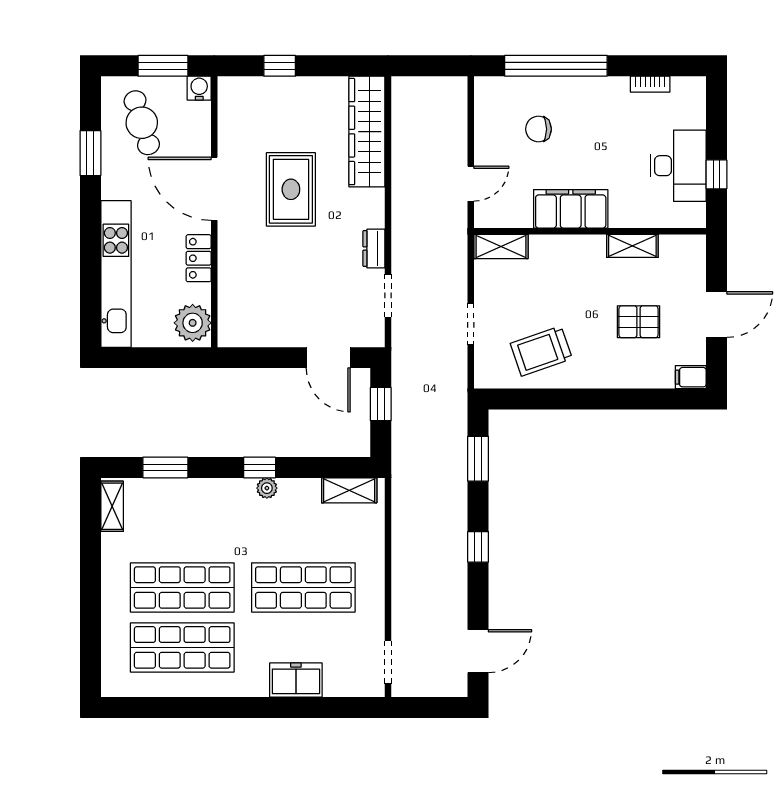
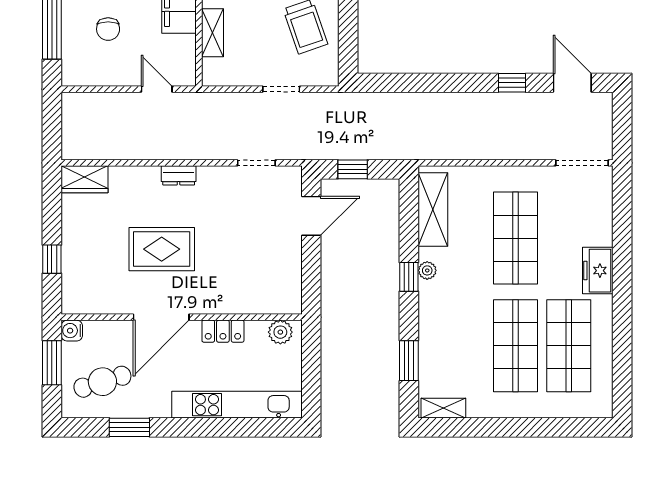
wardrobe: (367, 132) -> (85, 179), width x0.48, depth x0.85
shelving: (501, 246) -> (212, 33), moved
dresser: (374, 249) -> (179, 175), moved
plant: (193, 323) -> (280, 332), width x0.73, depth x0.73
window: (478, 459) -> (401, 83), removed
shelving: (349, 490) -> (433, 210), width x1.50, depth x1.33
window: (478, 547) -> (512, 83), moved
doorway: (388, 662) -> (582, 163), width x1.38
freezer: (296, 680) -> (598, 271), moved

